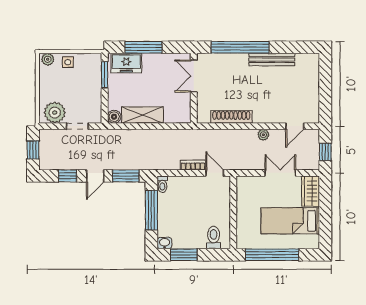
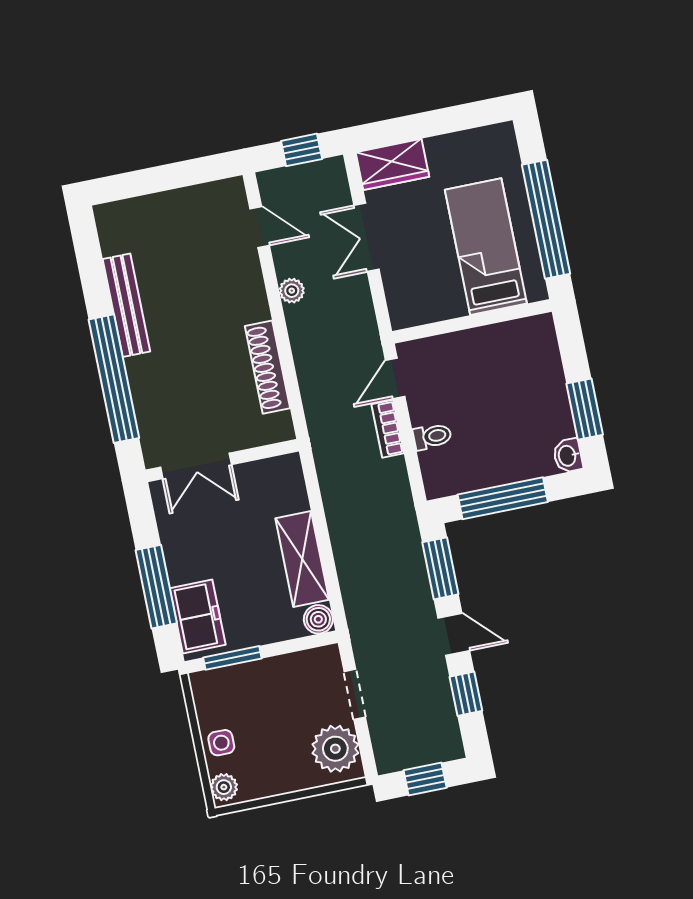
toilet: (162, 184) -> (432, 436), moved
bed: (290, 221) -> (486, 247), moved, turned 180
toilet: (214, 238) -> (535, 353), removed

